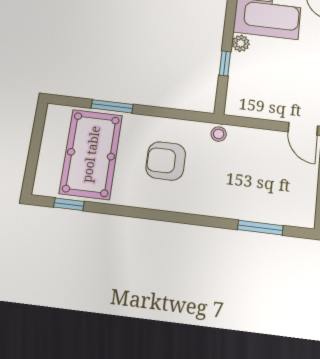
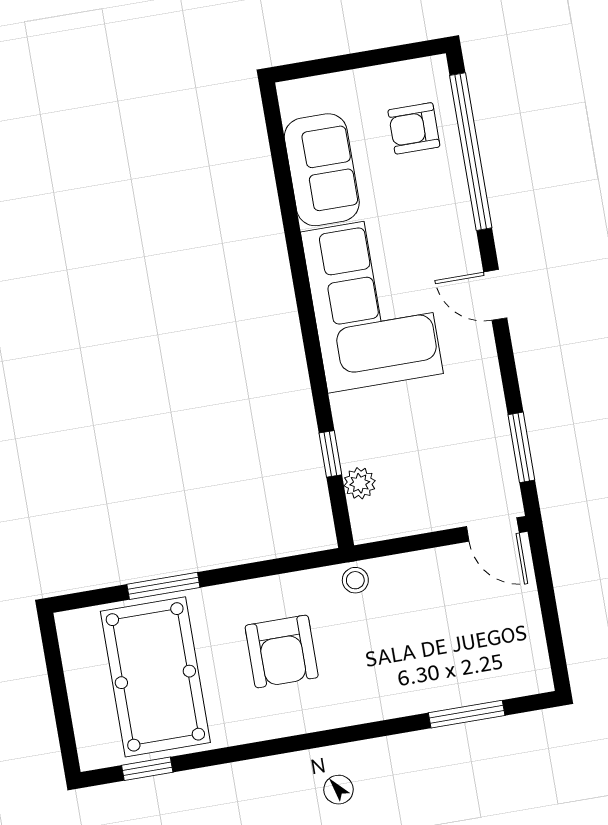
plant: (241, 43) -> (360, 483), moved
armchair: (166, 161) -> (282, 651), turned -90

